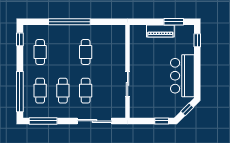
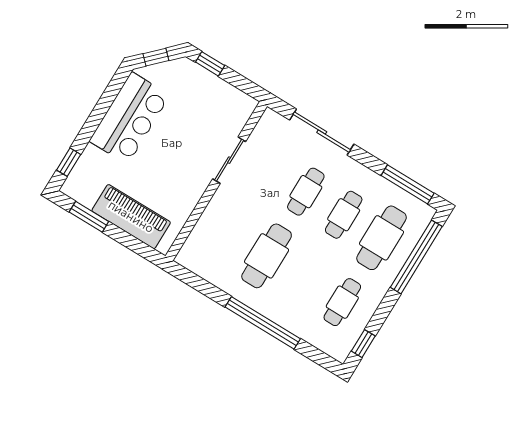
piano: (160, 31) -> (131, 217), width x1.37, depth x1.33
cafe table: (86, 52) -> (267, 256), width x1.37, depth x1.35
cafe table: (40, 91) -> (382, 238), width x1.37, depth x1.35

